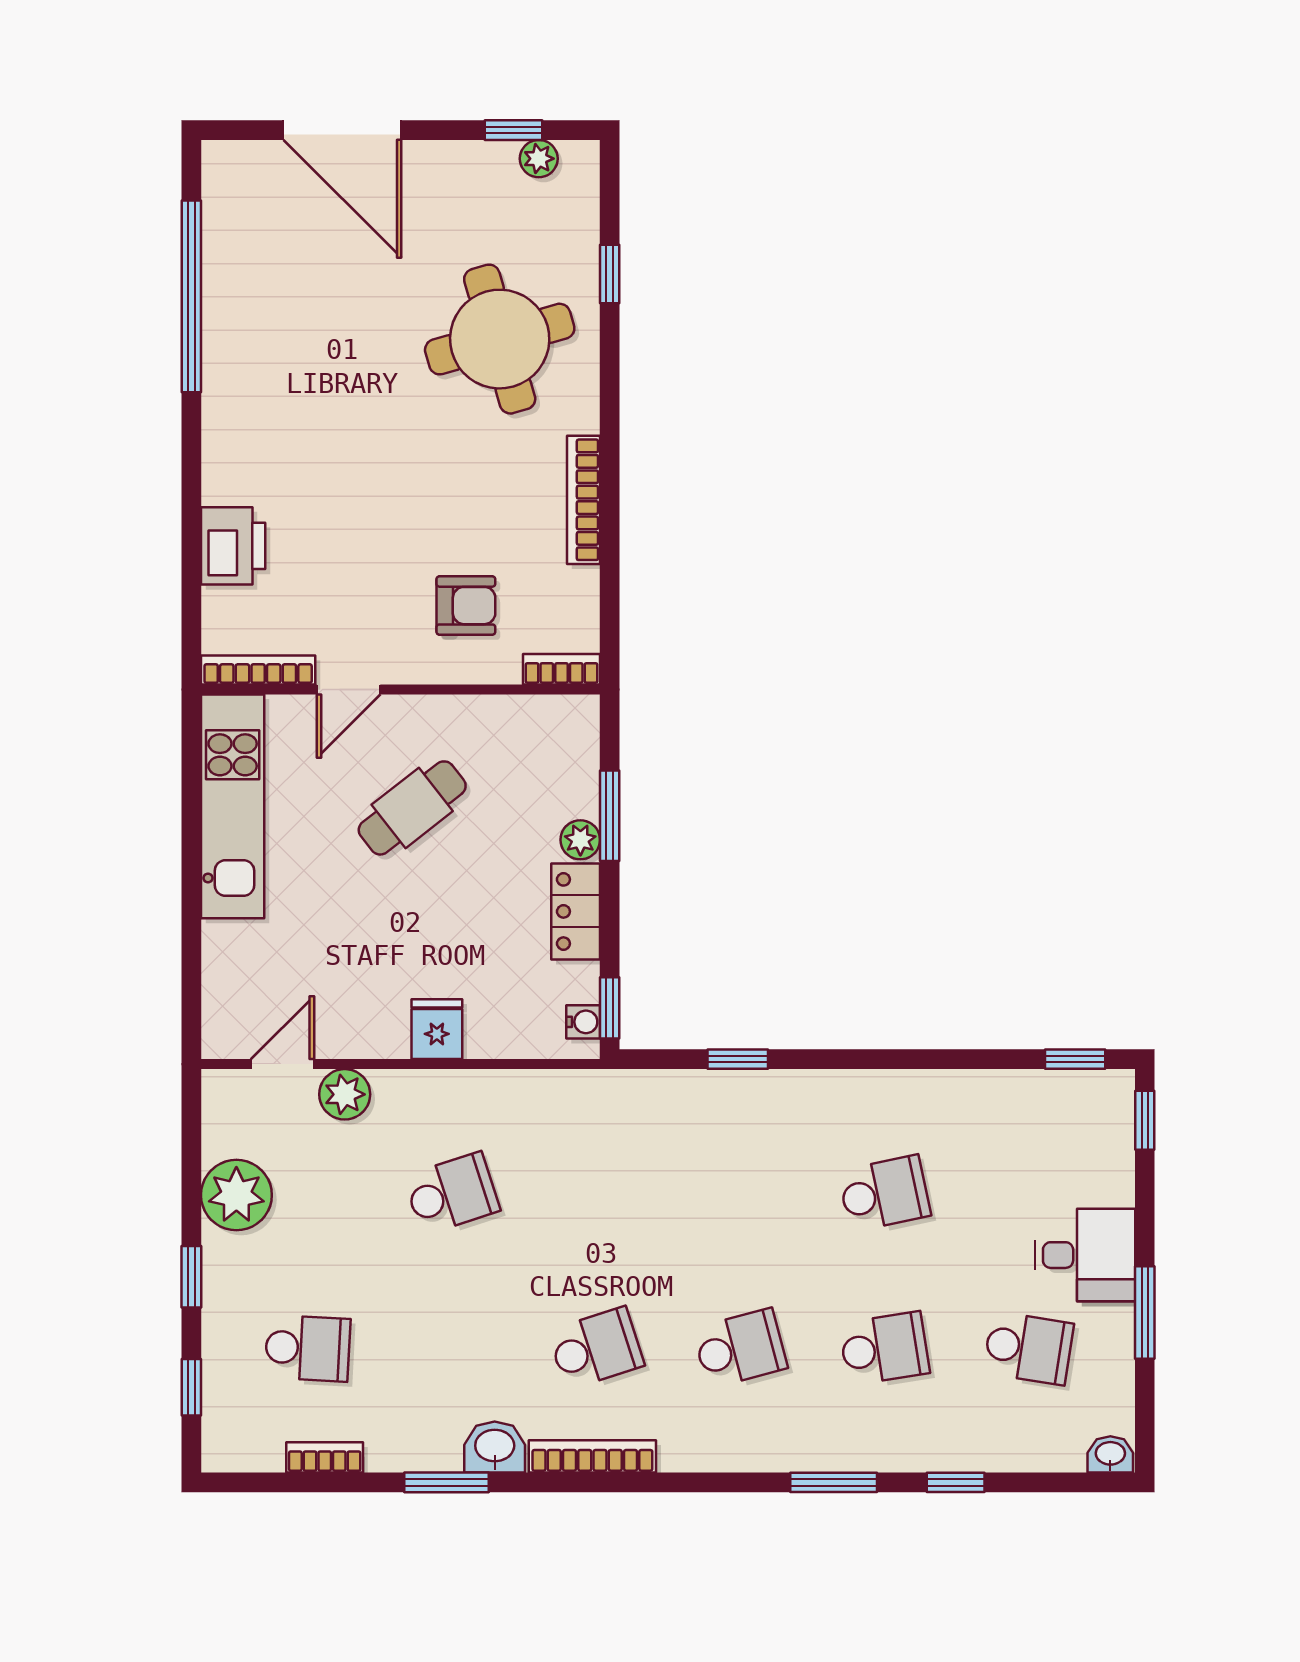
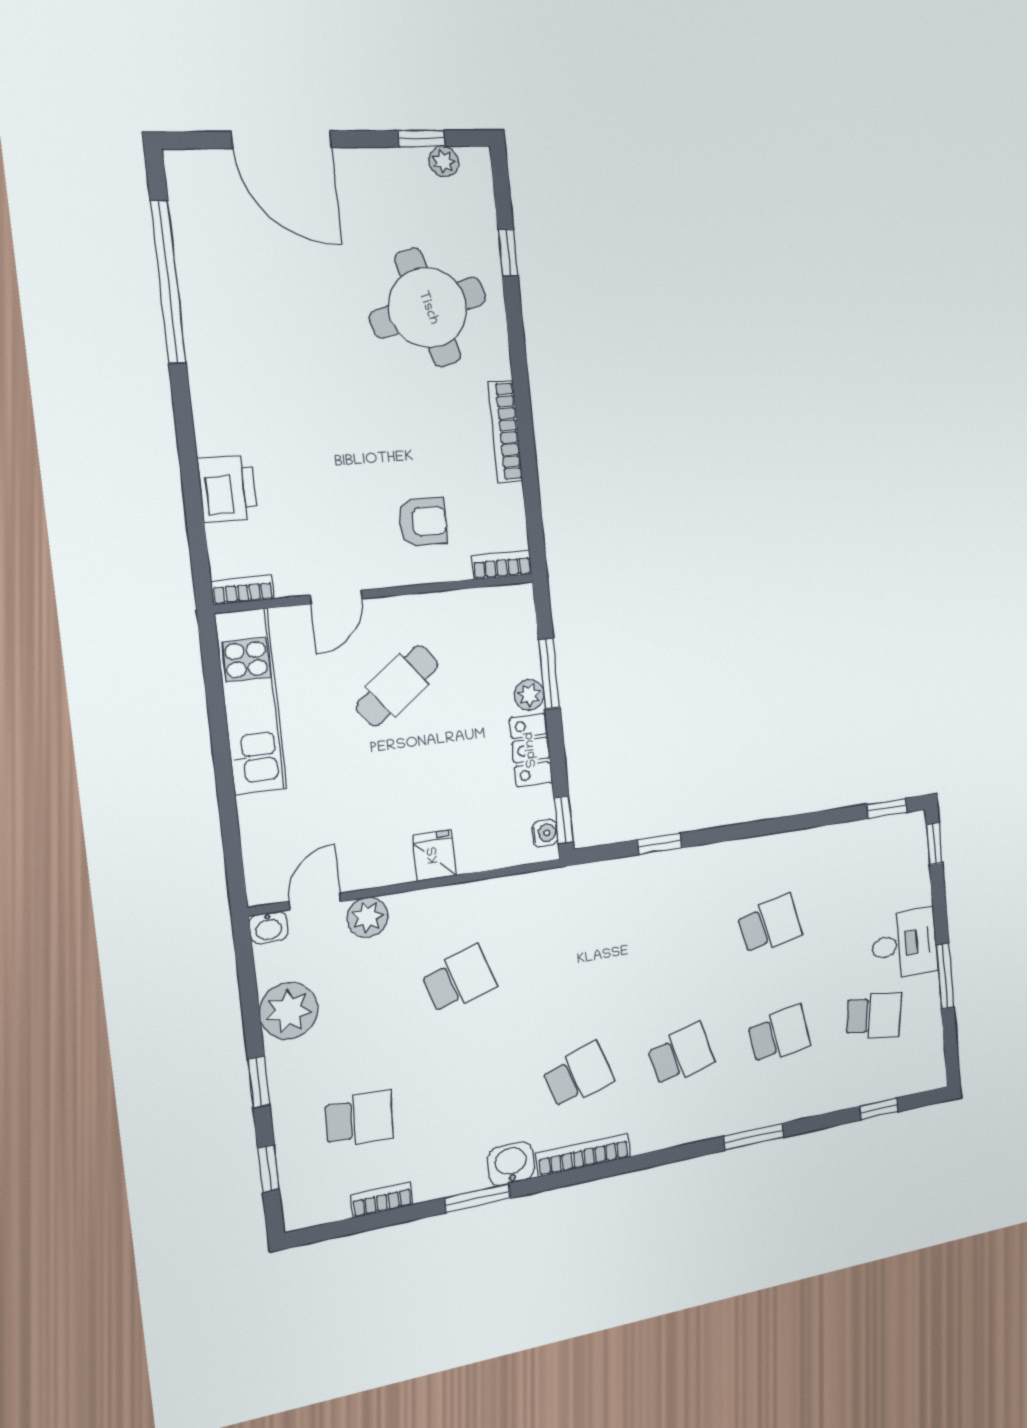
bookcase: (258, 670) -> (243, 590), width x0.64
washbasin: (1110, 1454) -> (269, 928), moved, turned 180
window: (956, 1482) -> (879, 1109), moved

